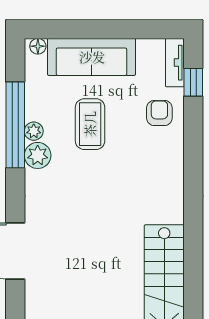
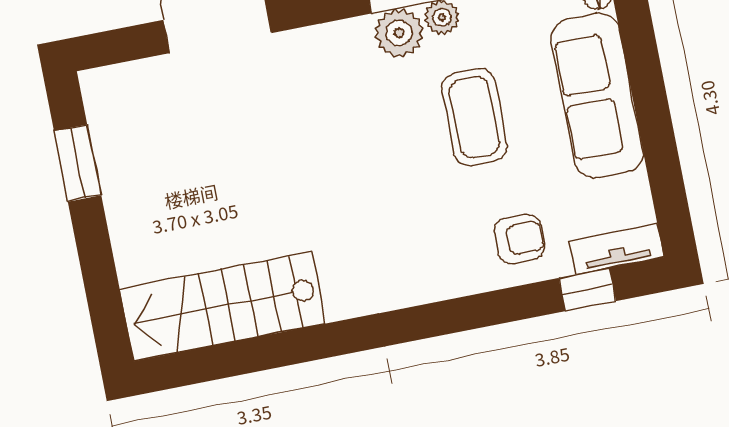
coffee table: (90, 124) -> (474, 117), turned 90

